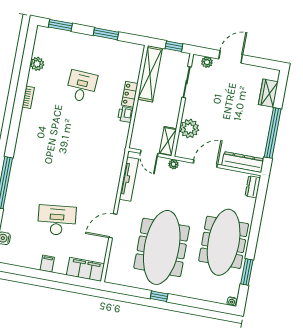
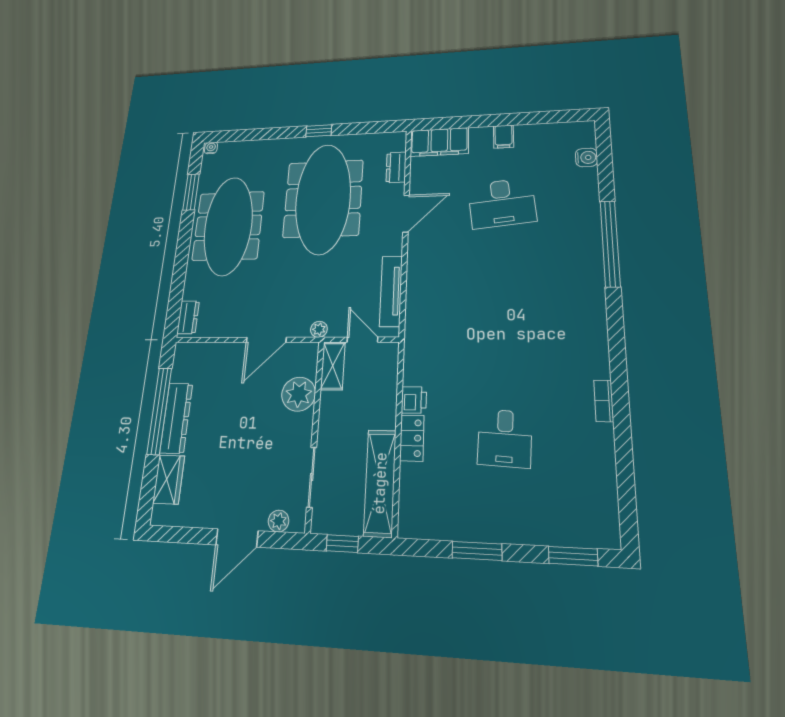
plant: (37, 64) -> (602, 469), removed
dresser: (243, 162) -> (176, 418), moved, turned -90
dresser: (114, 258) -> (396, 167), added

